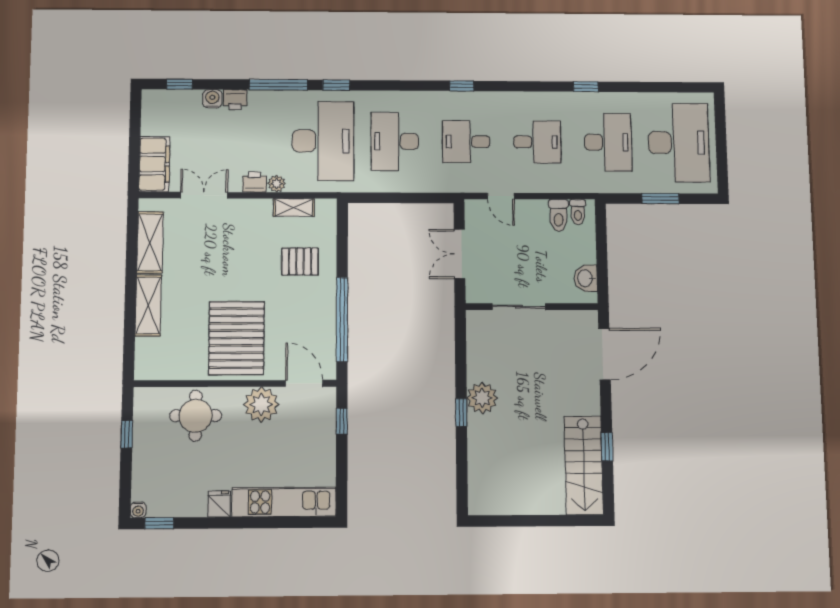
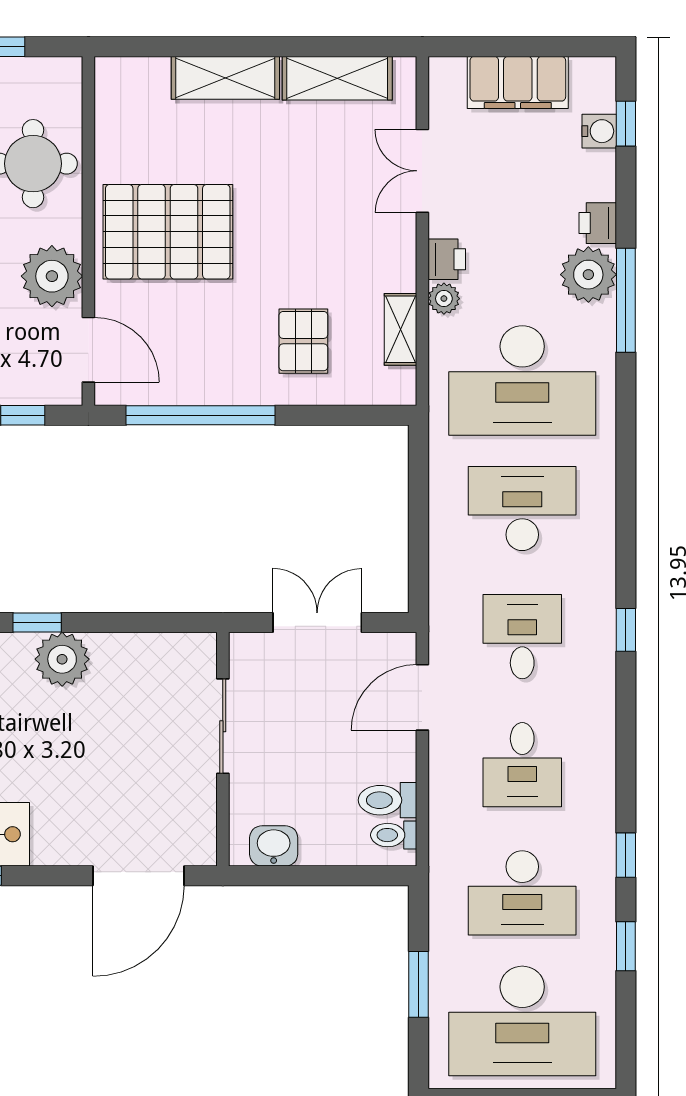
window: (336, 85) -> (626, 946), moved
water cooler: (212, 99) -> (599, 131), moved
plant: (264, 105) -> (588, 275), added
filing cabinet: (154, 164) -> (518, 82), moved
double door: (204, 195) -> (422, 171), swing flipped
door: (501, 196) -> (422, 697), width x1.38
door: (604, 354) -> (139, 876), hinge flipped
door: (304, 383) -> (88, 350), hinge flipped

